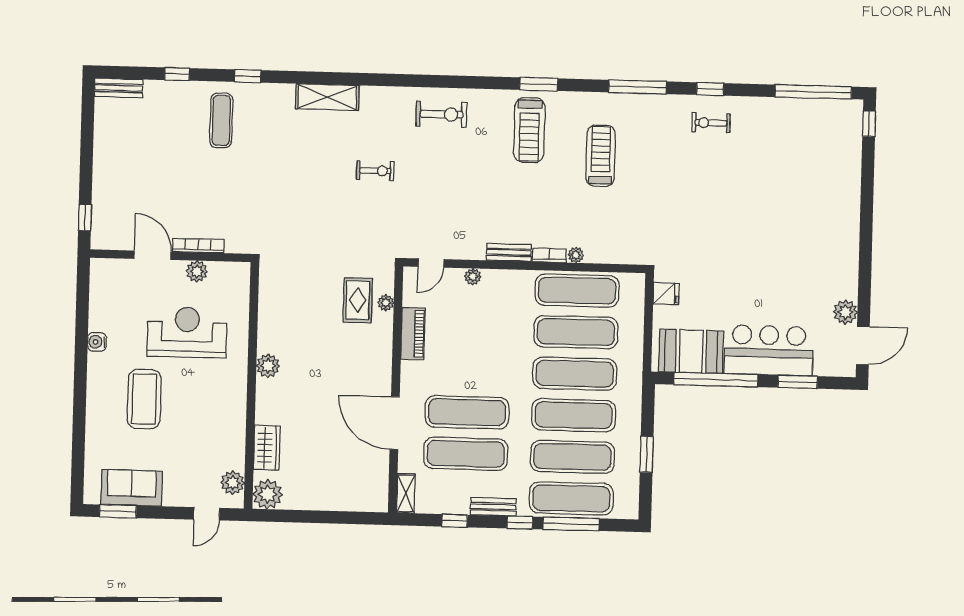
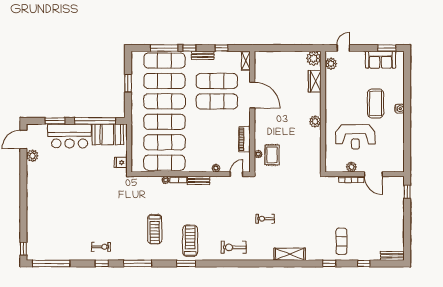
water cooler: (97, 342) -> (399, 109), moved

